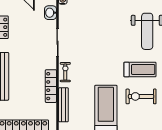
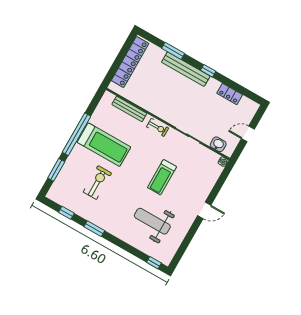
treadmill: (140, 69) -> (162, 177), moved
locker: (51, 86) -> (152, 107), removed

